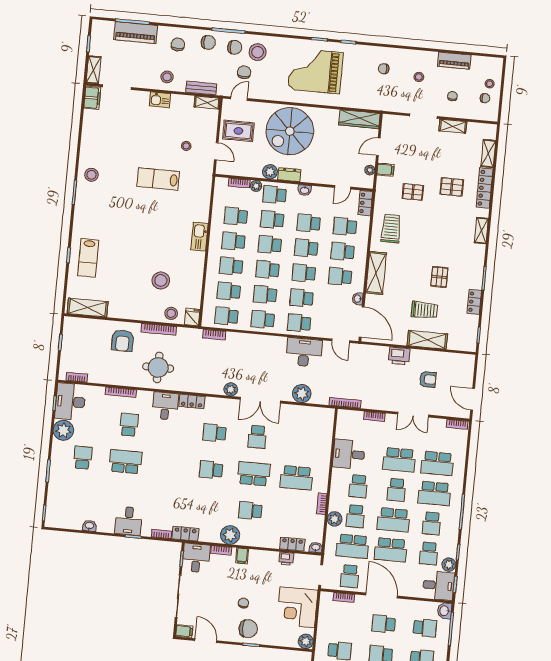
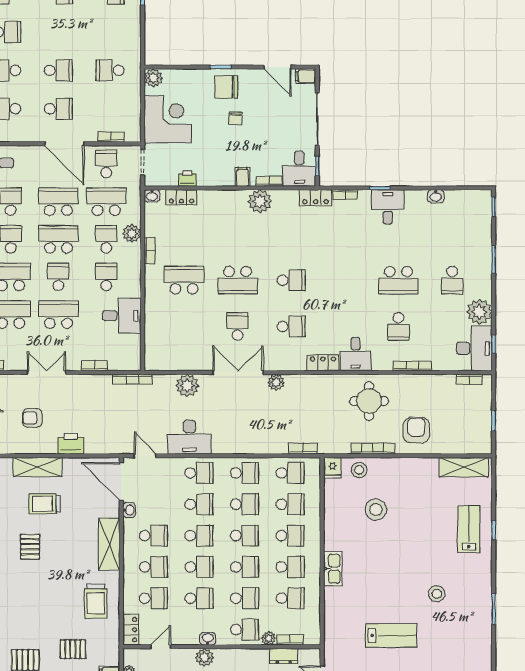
plant: (270, 172) -> (204, 657), moved
stool: (91, 175) -> (437, 594), moved
dresser: (289, 175) -> (284, 656), moved
school desk: (250, 511) -> (238, 234), removed

